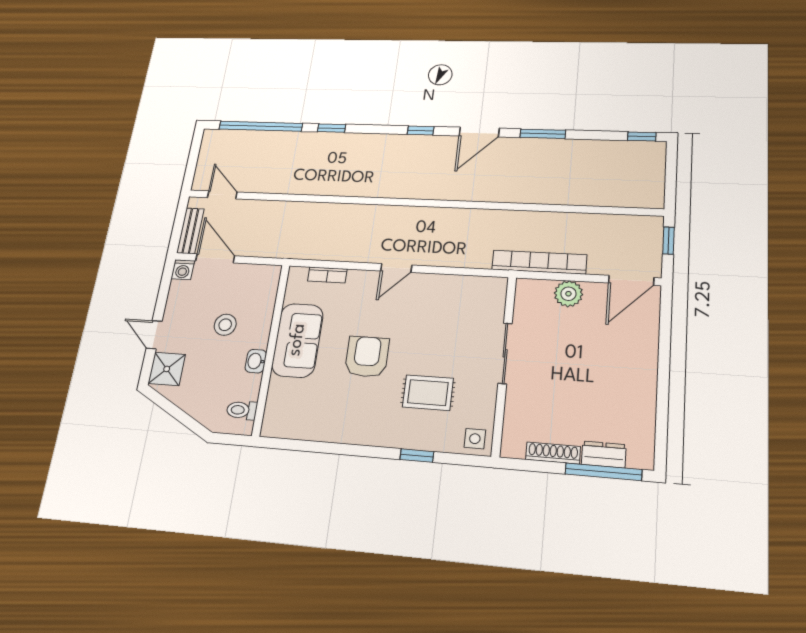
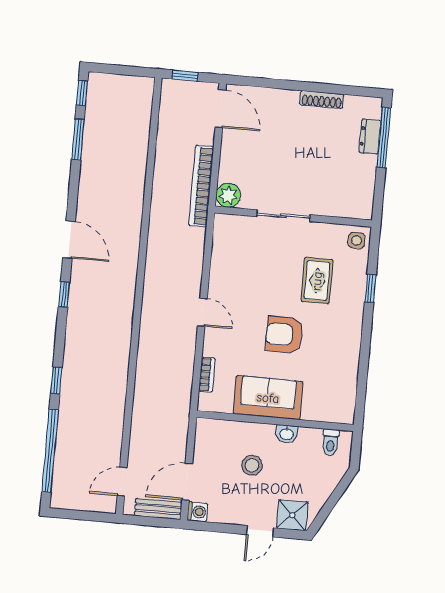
window: (543, 134) -> (78, 139), moved
plant: (568, 294) -> (228, 195), moved
shoe rack: (553, 453) -> (322, 100), moved, turned -90

